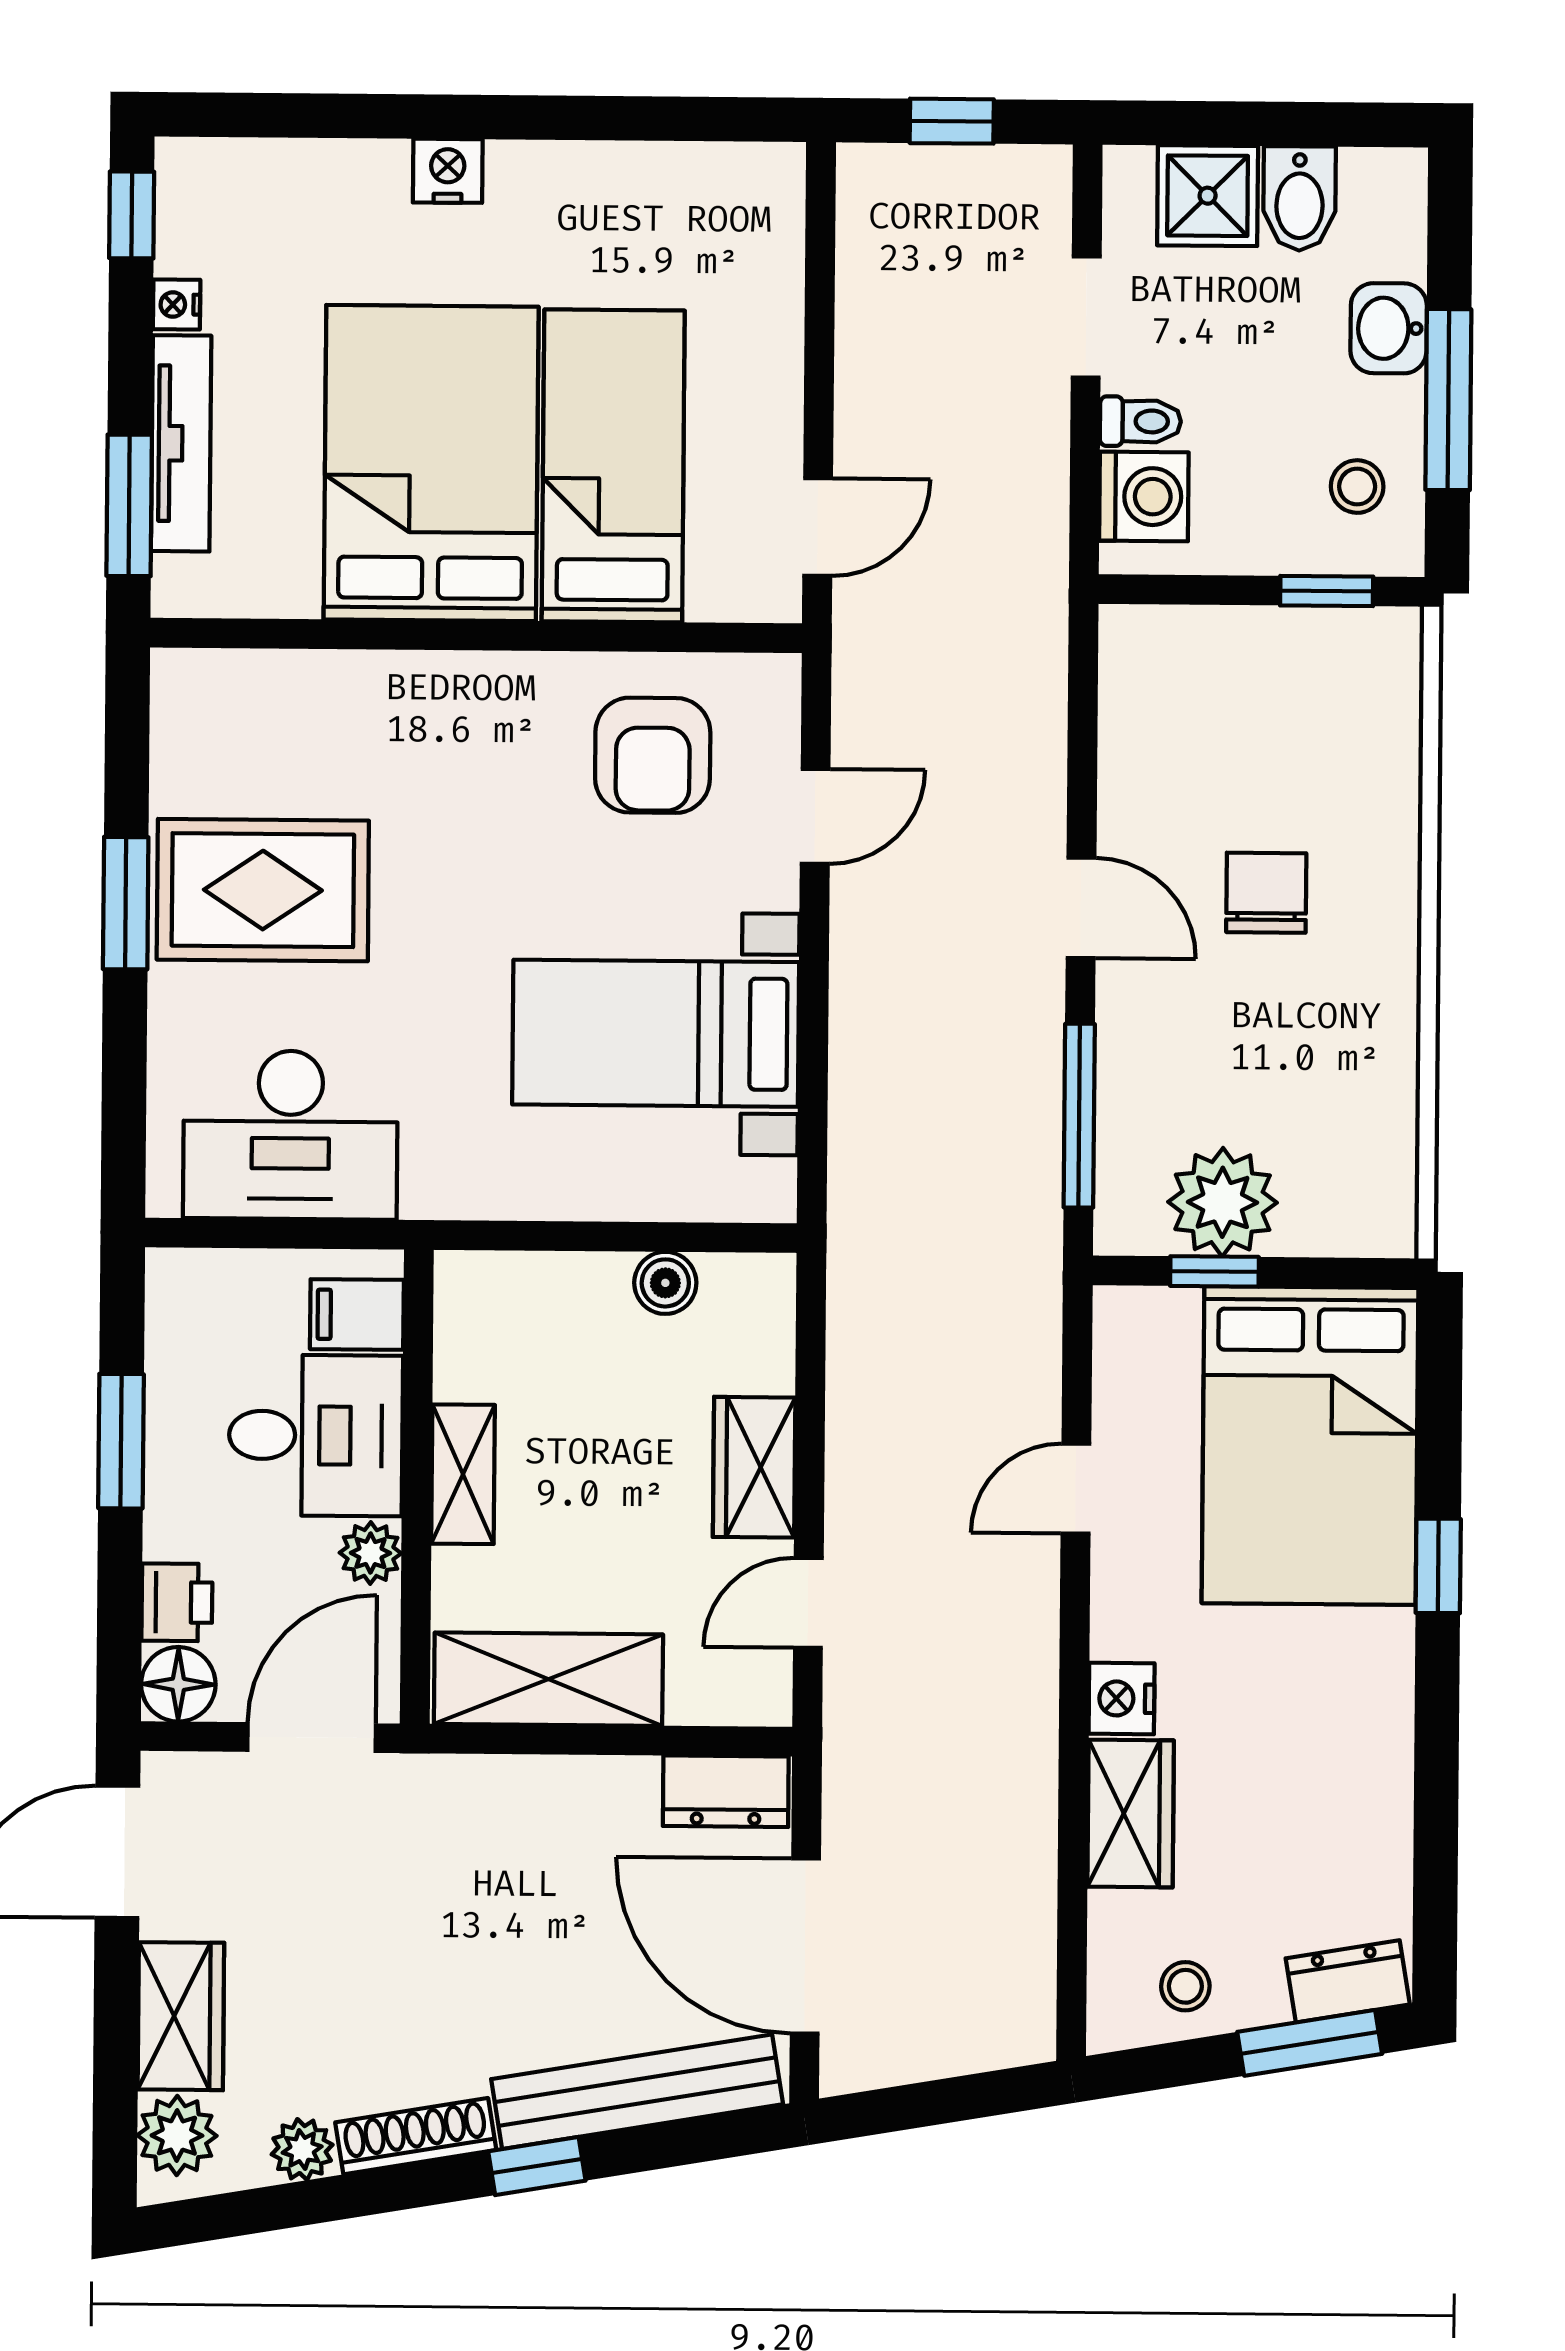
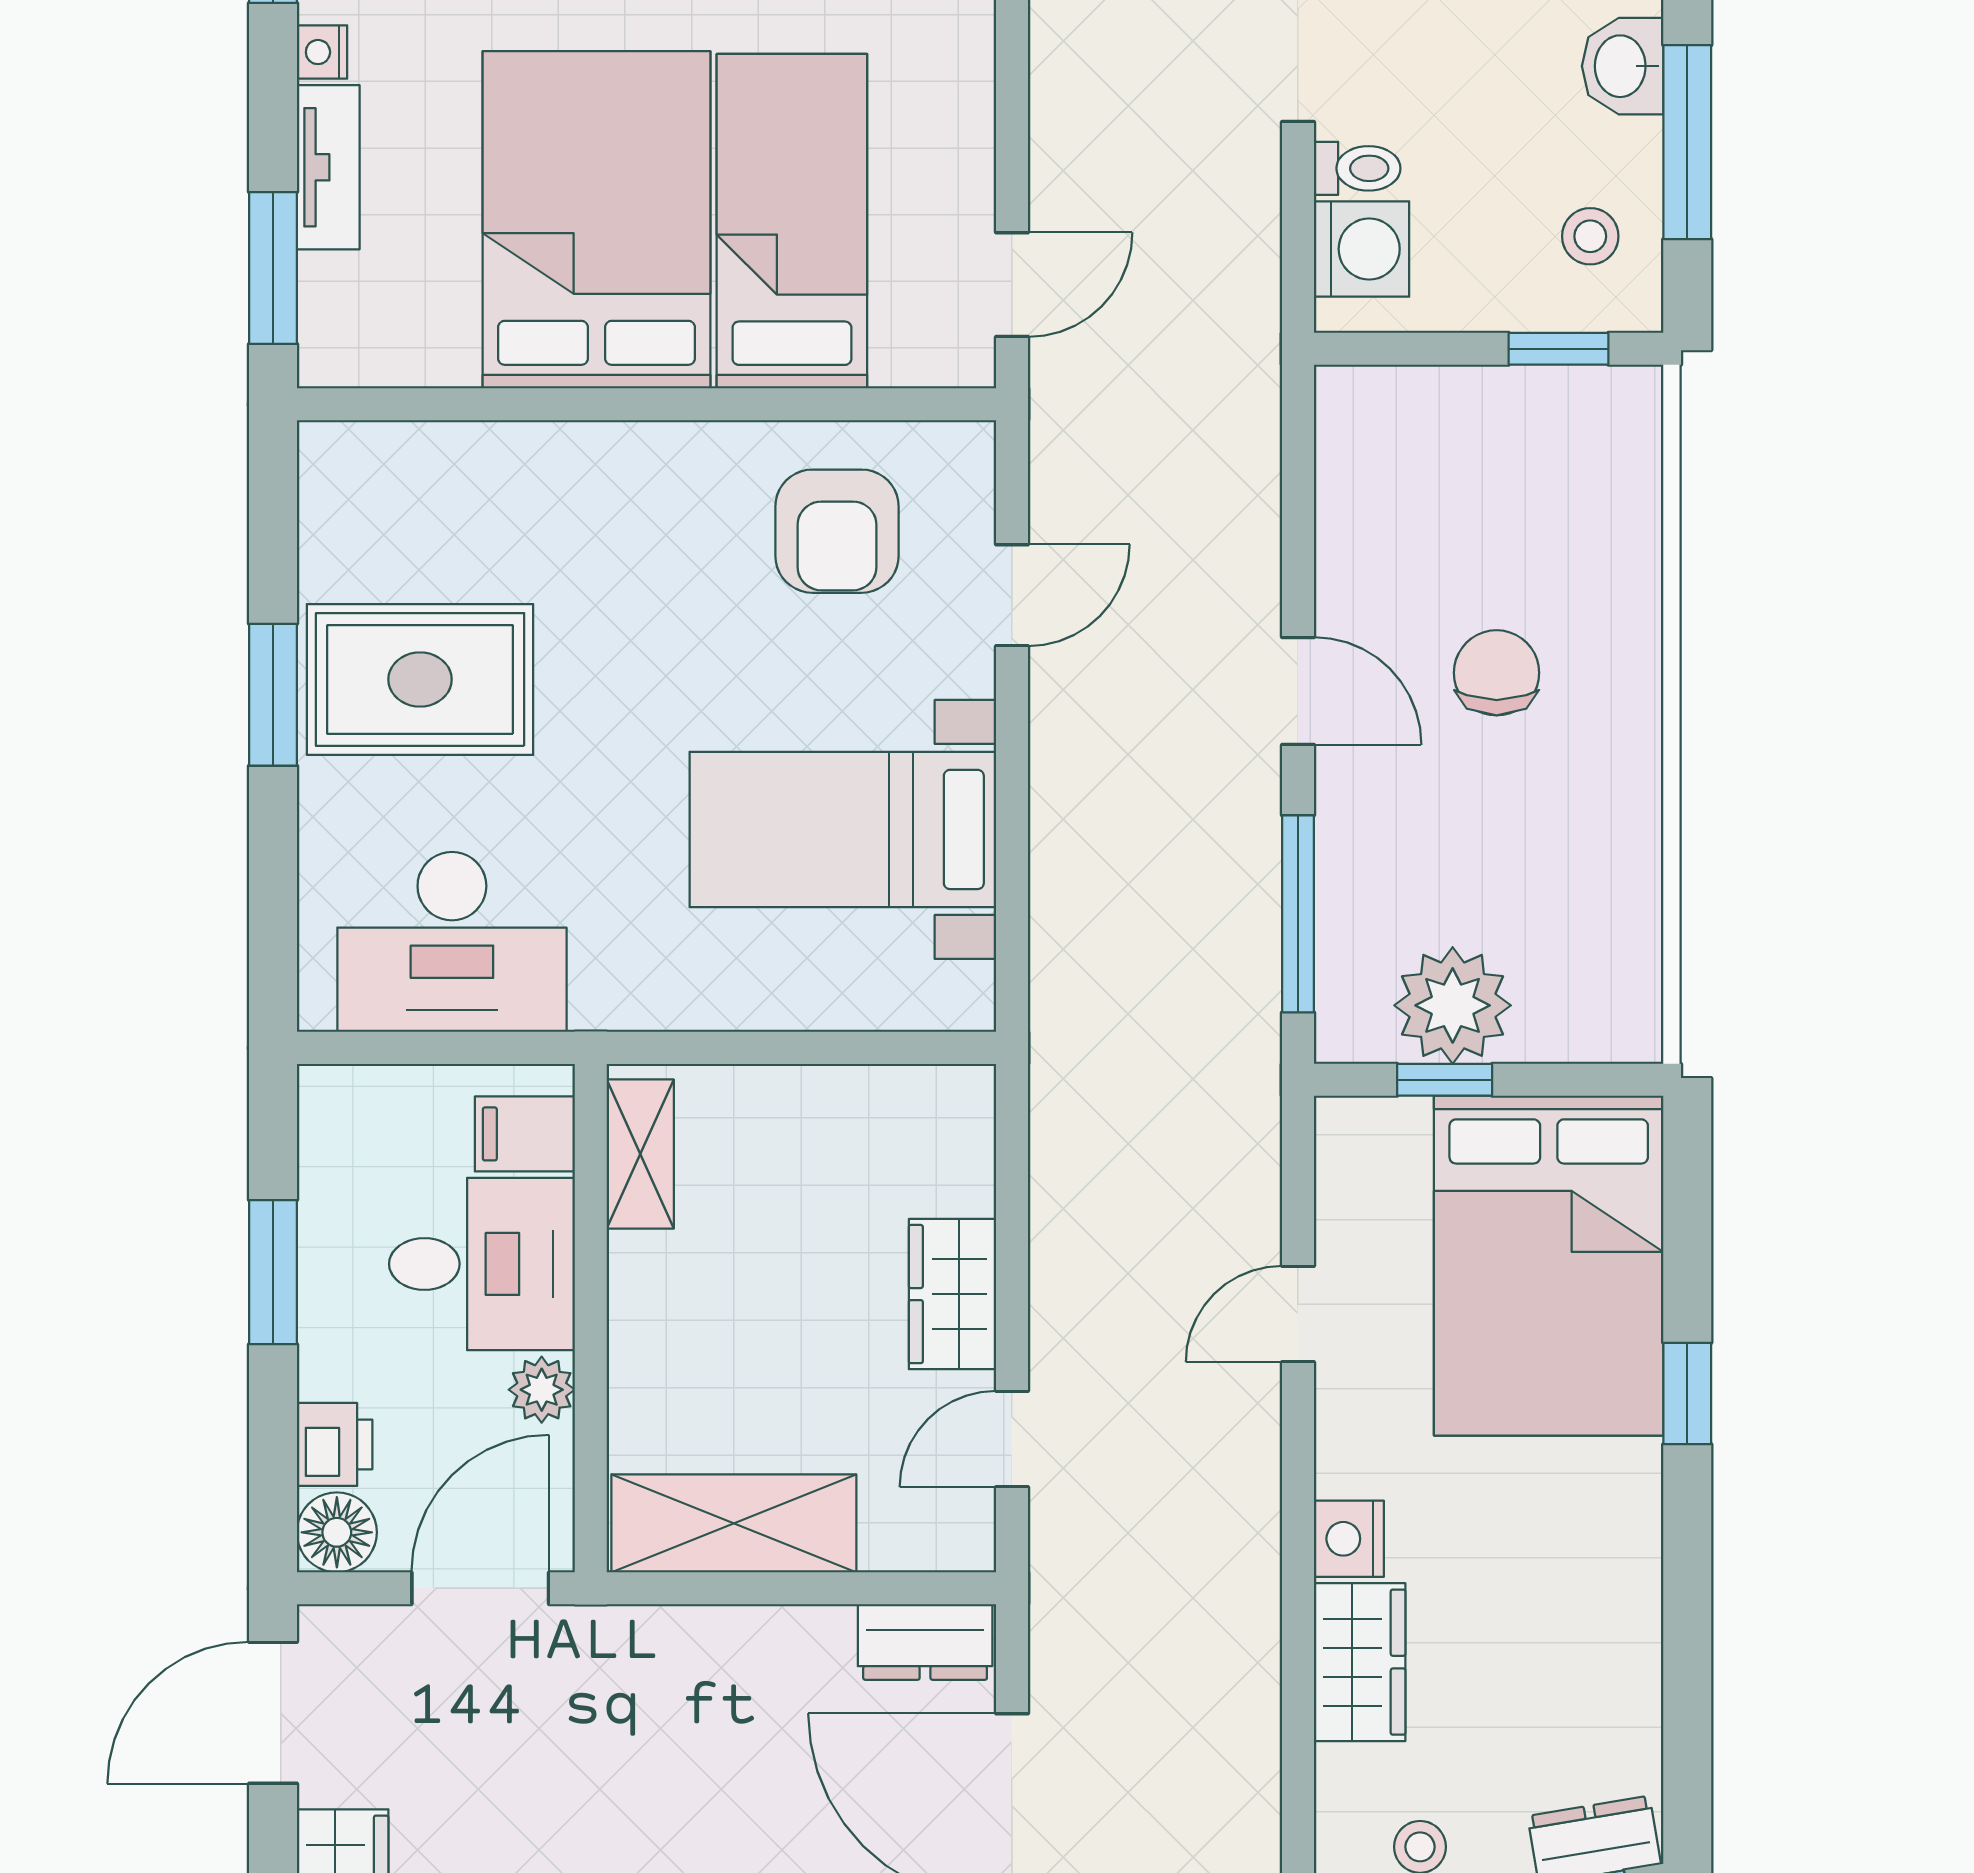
tv unit: (181, 443) -> (328, 167), width x0.71
boiler: (665, 1283) -> (856, 1097), removed
shelving: (463, 1474) -> (640, 1154), moved

